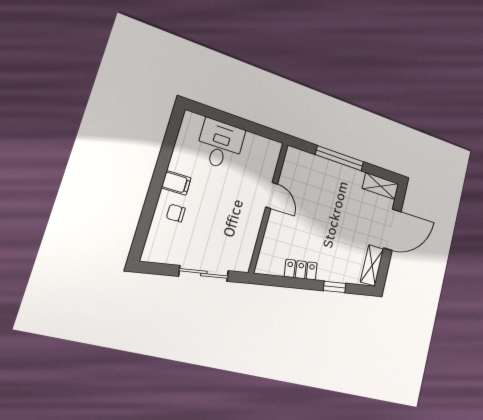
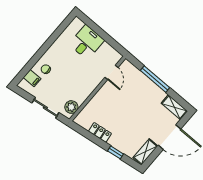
filing cabinet: (176, 183) -> (32, 78), moved
door: (272, 195) -> (111, 72), moved
plant: (243, 253) -> (71, 107), added

